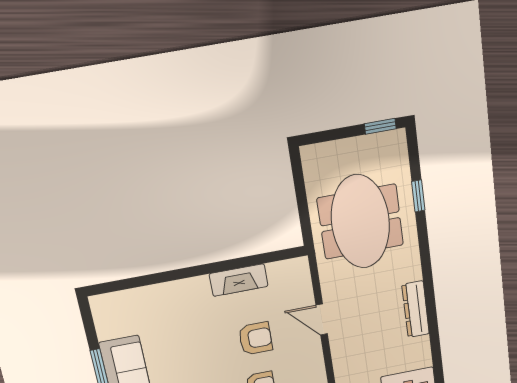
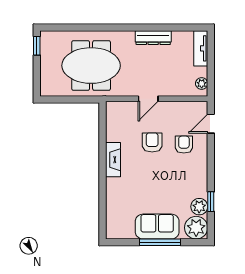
window: (418, 196) -> (82, 27), removed
fireplace: (239, 280) -> (113, 160), moved

